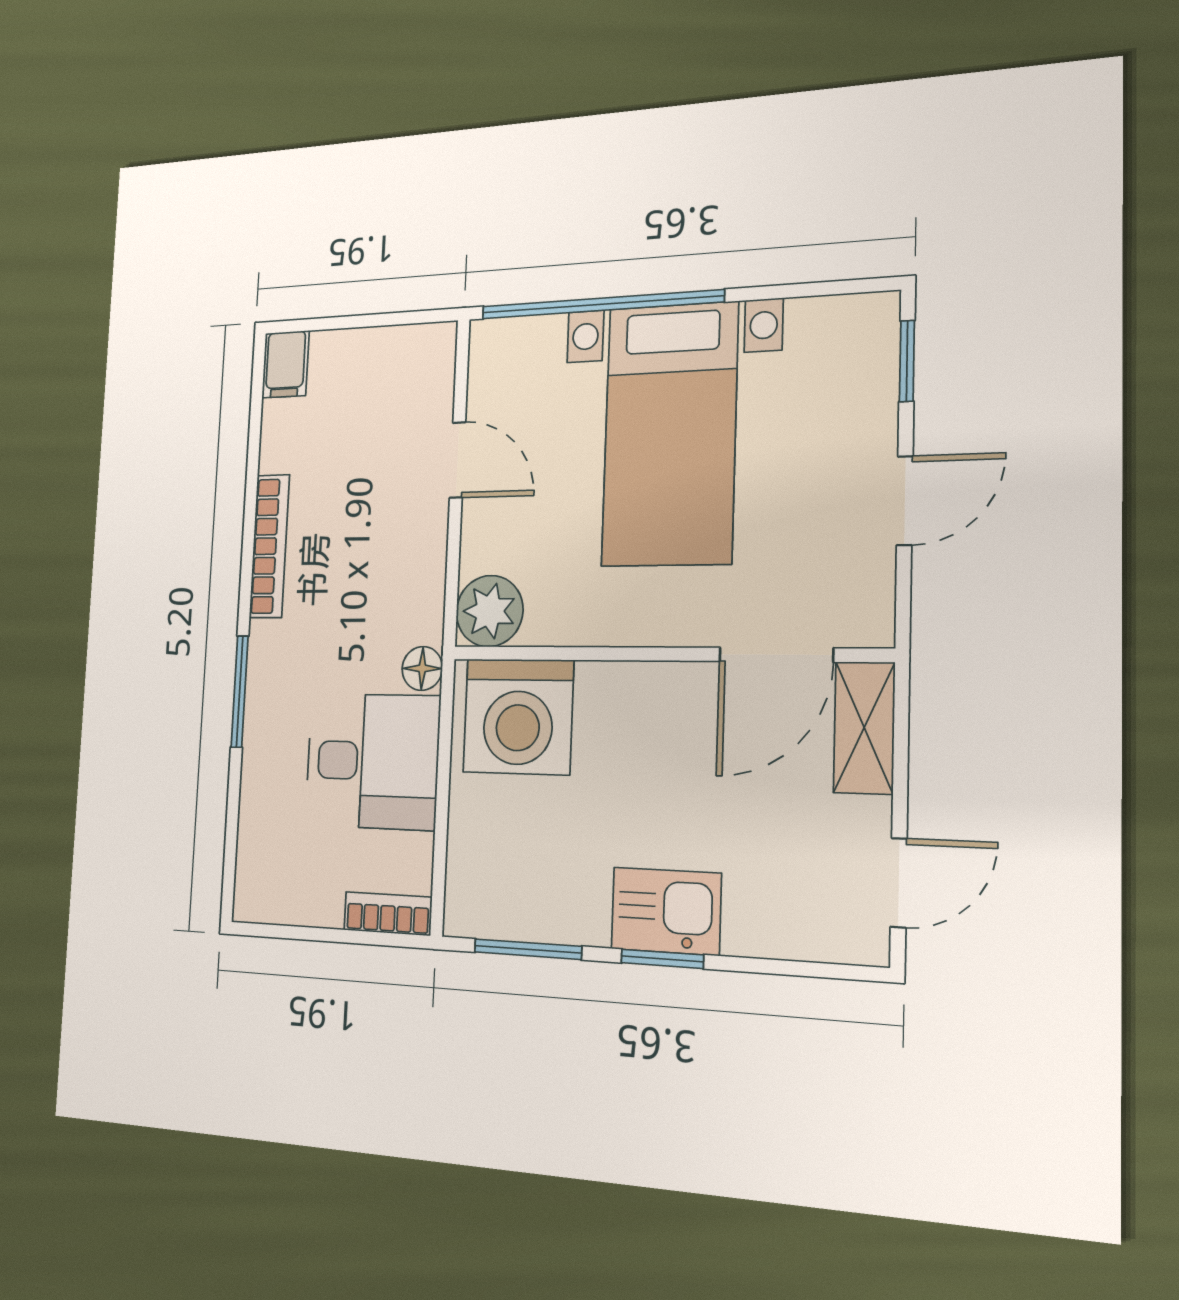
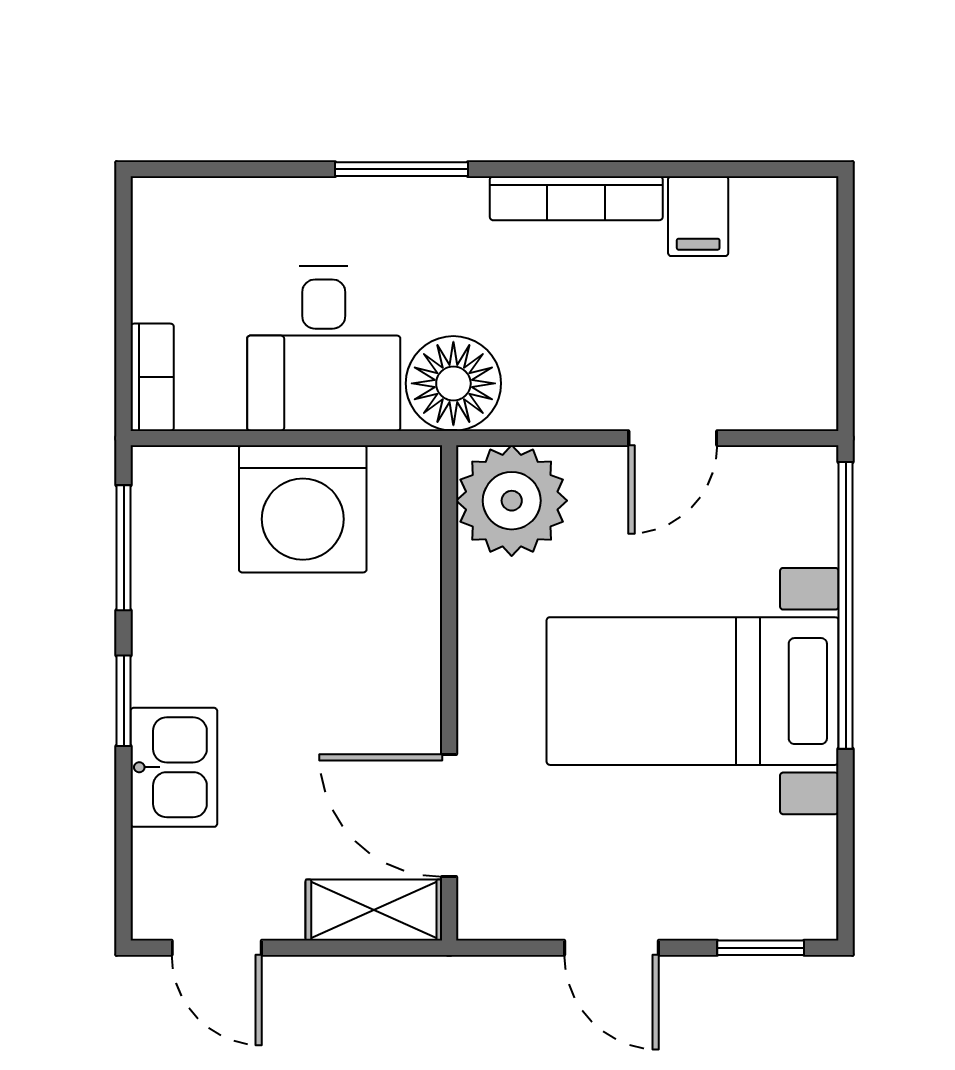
filing cabinet: (285, 364) -> (698, 216), moved, turned -90
plant: (490, 611) -> (512, 501), width x1.36, depth x1.36
floor lamp: (422, 668) -> (453, 383), width x1.89, depth x1.89
washing machine: (518, 716) -> (303, 509), moved, turned -90
kitchen sink: (666, 911) -> (174, 767), moved

